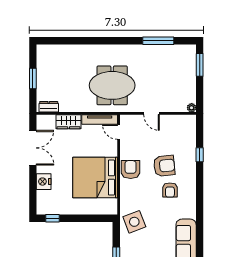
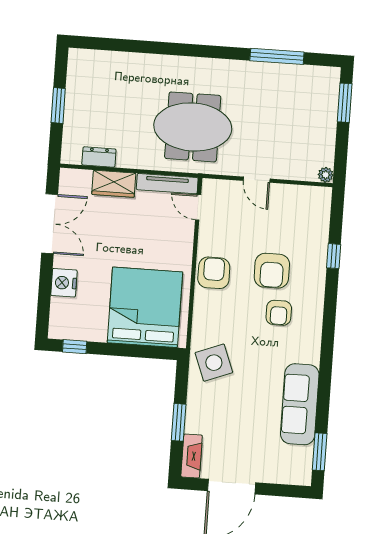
dresser: (49, 107) -> (99, 157), moved
armchair: (164, 166) -> (272, 271), turned 96
bed: (95, 178) -> (145, 307), moved, turned 90

